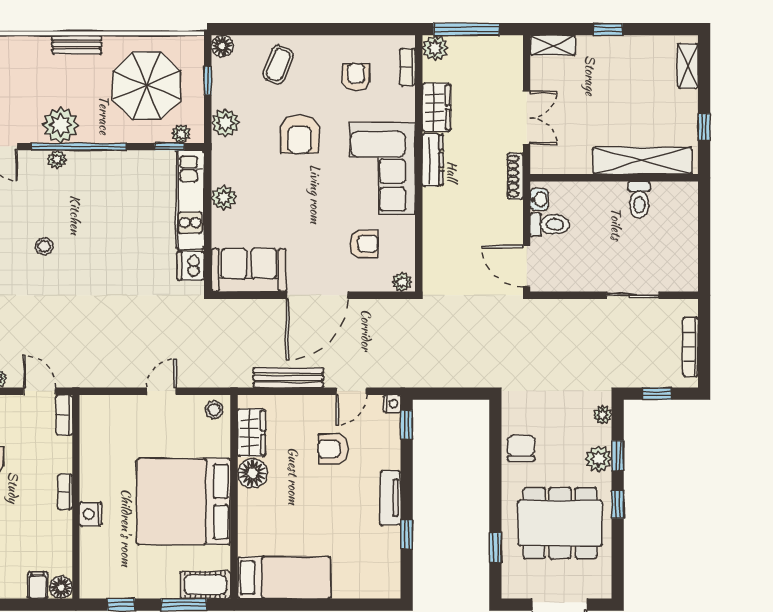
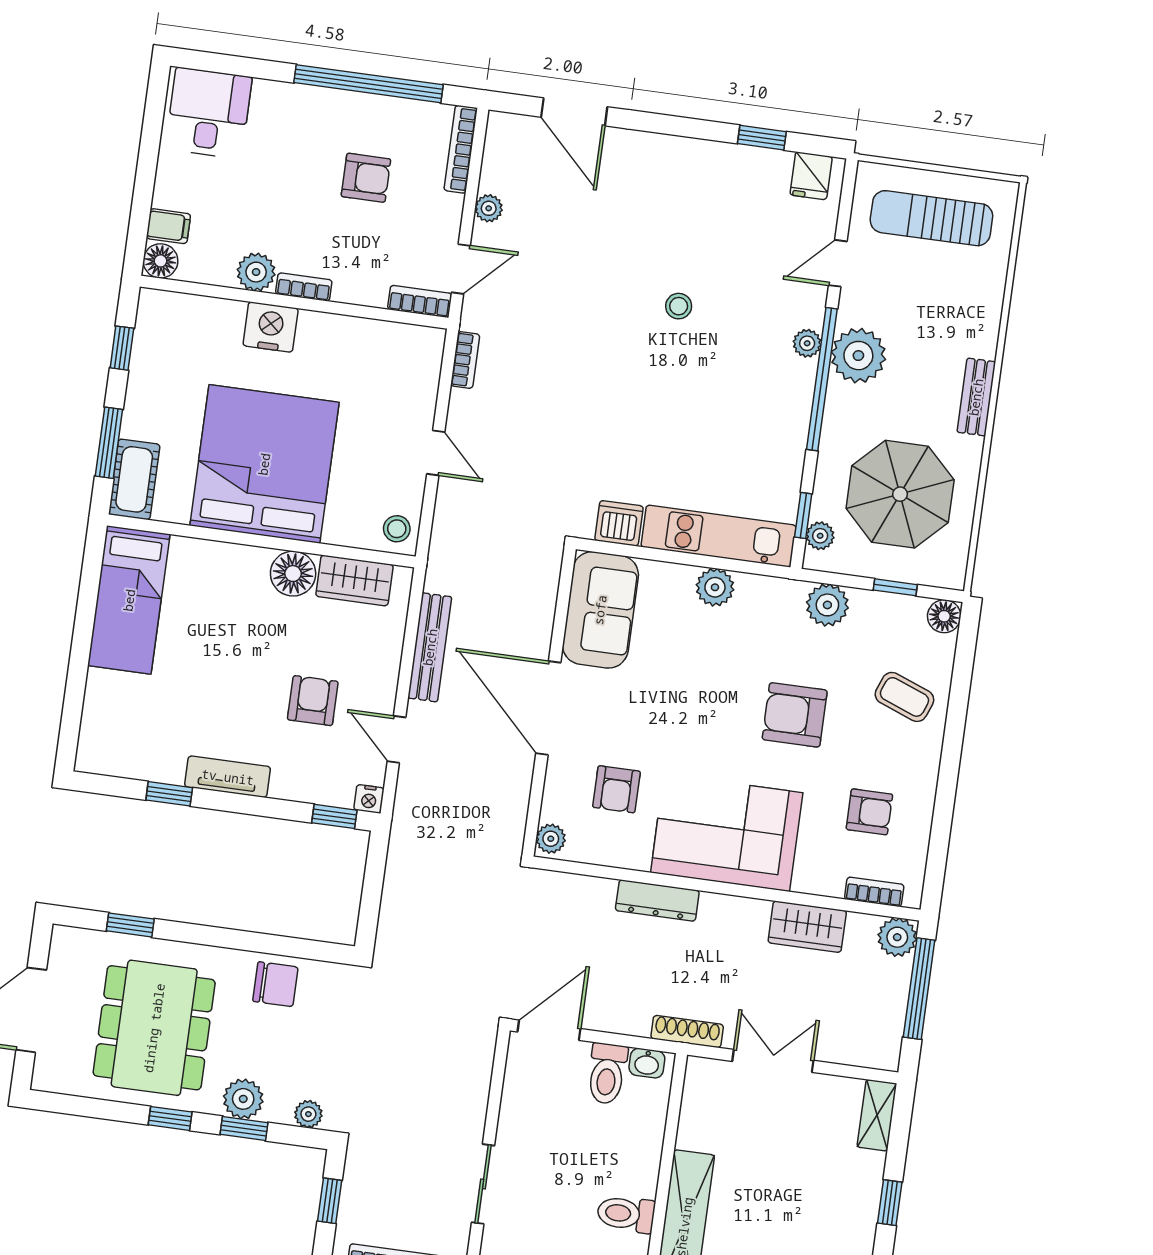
double door: (527, 118) -> (773, 1061), swing flipped
dresser: (433, 160) -> (657, 901), moved
bookcase: (98, 380) -> (465, 360), added
nightstand: (91, 514) -> (271, 327), width x1.36, depth x1.33
plant: (60, 524) -> (256, 272), added

